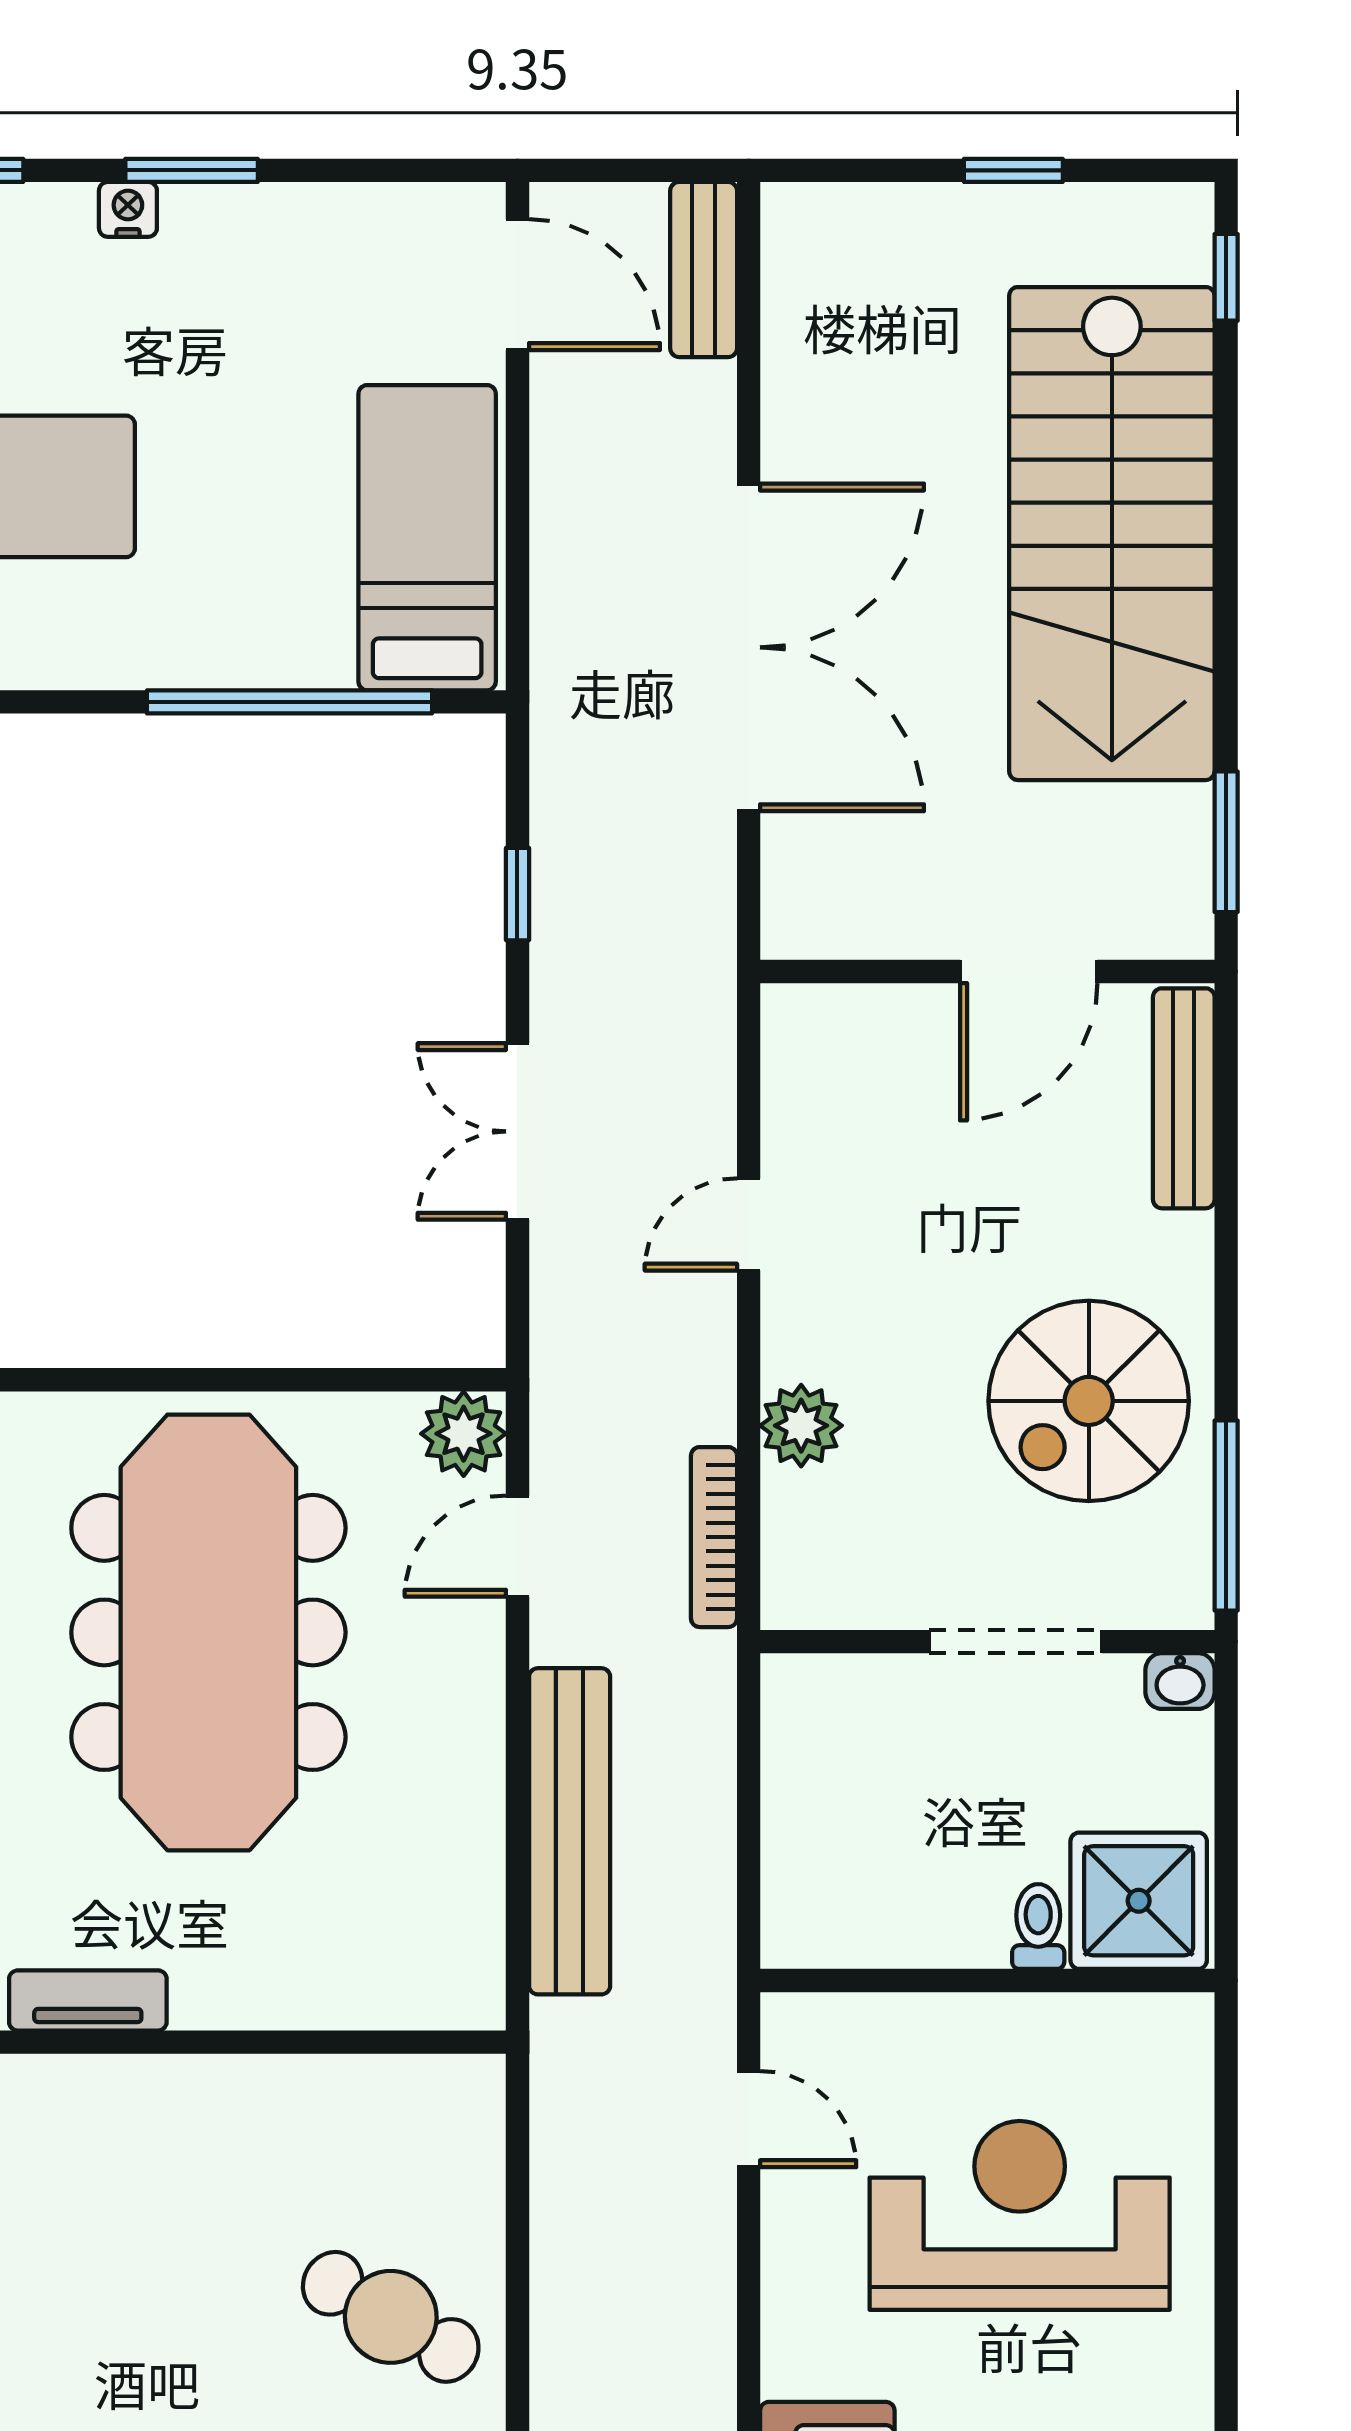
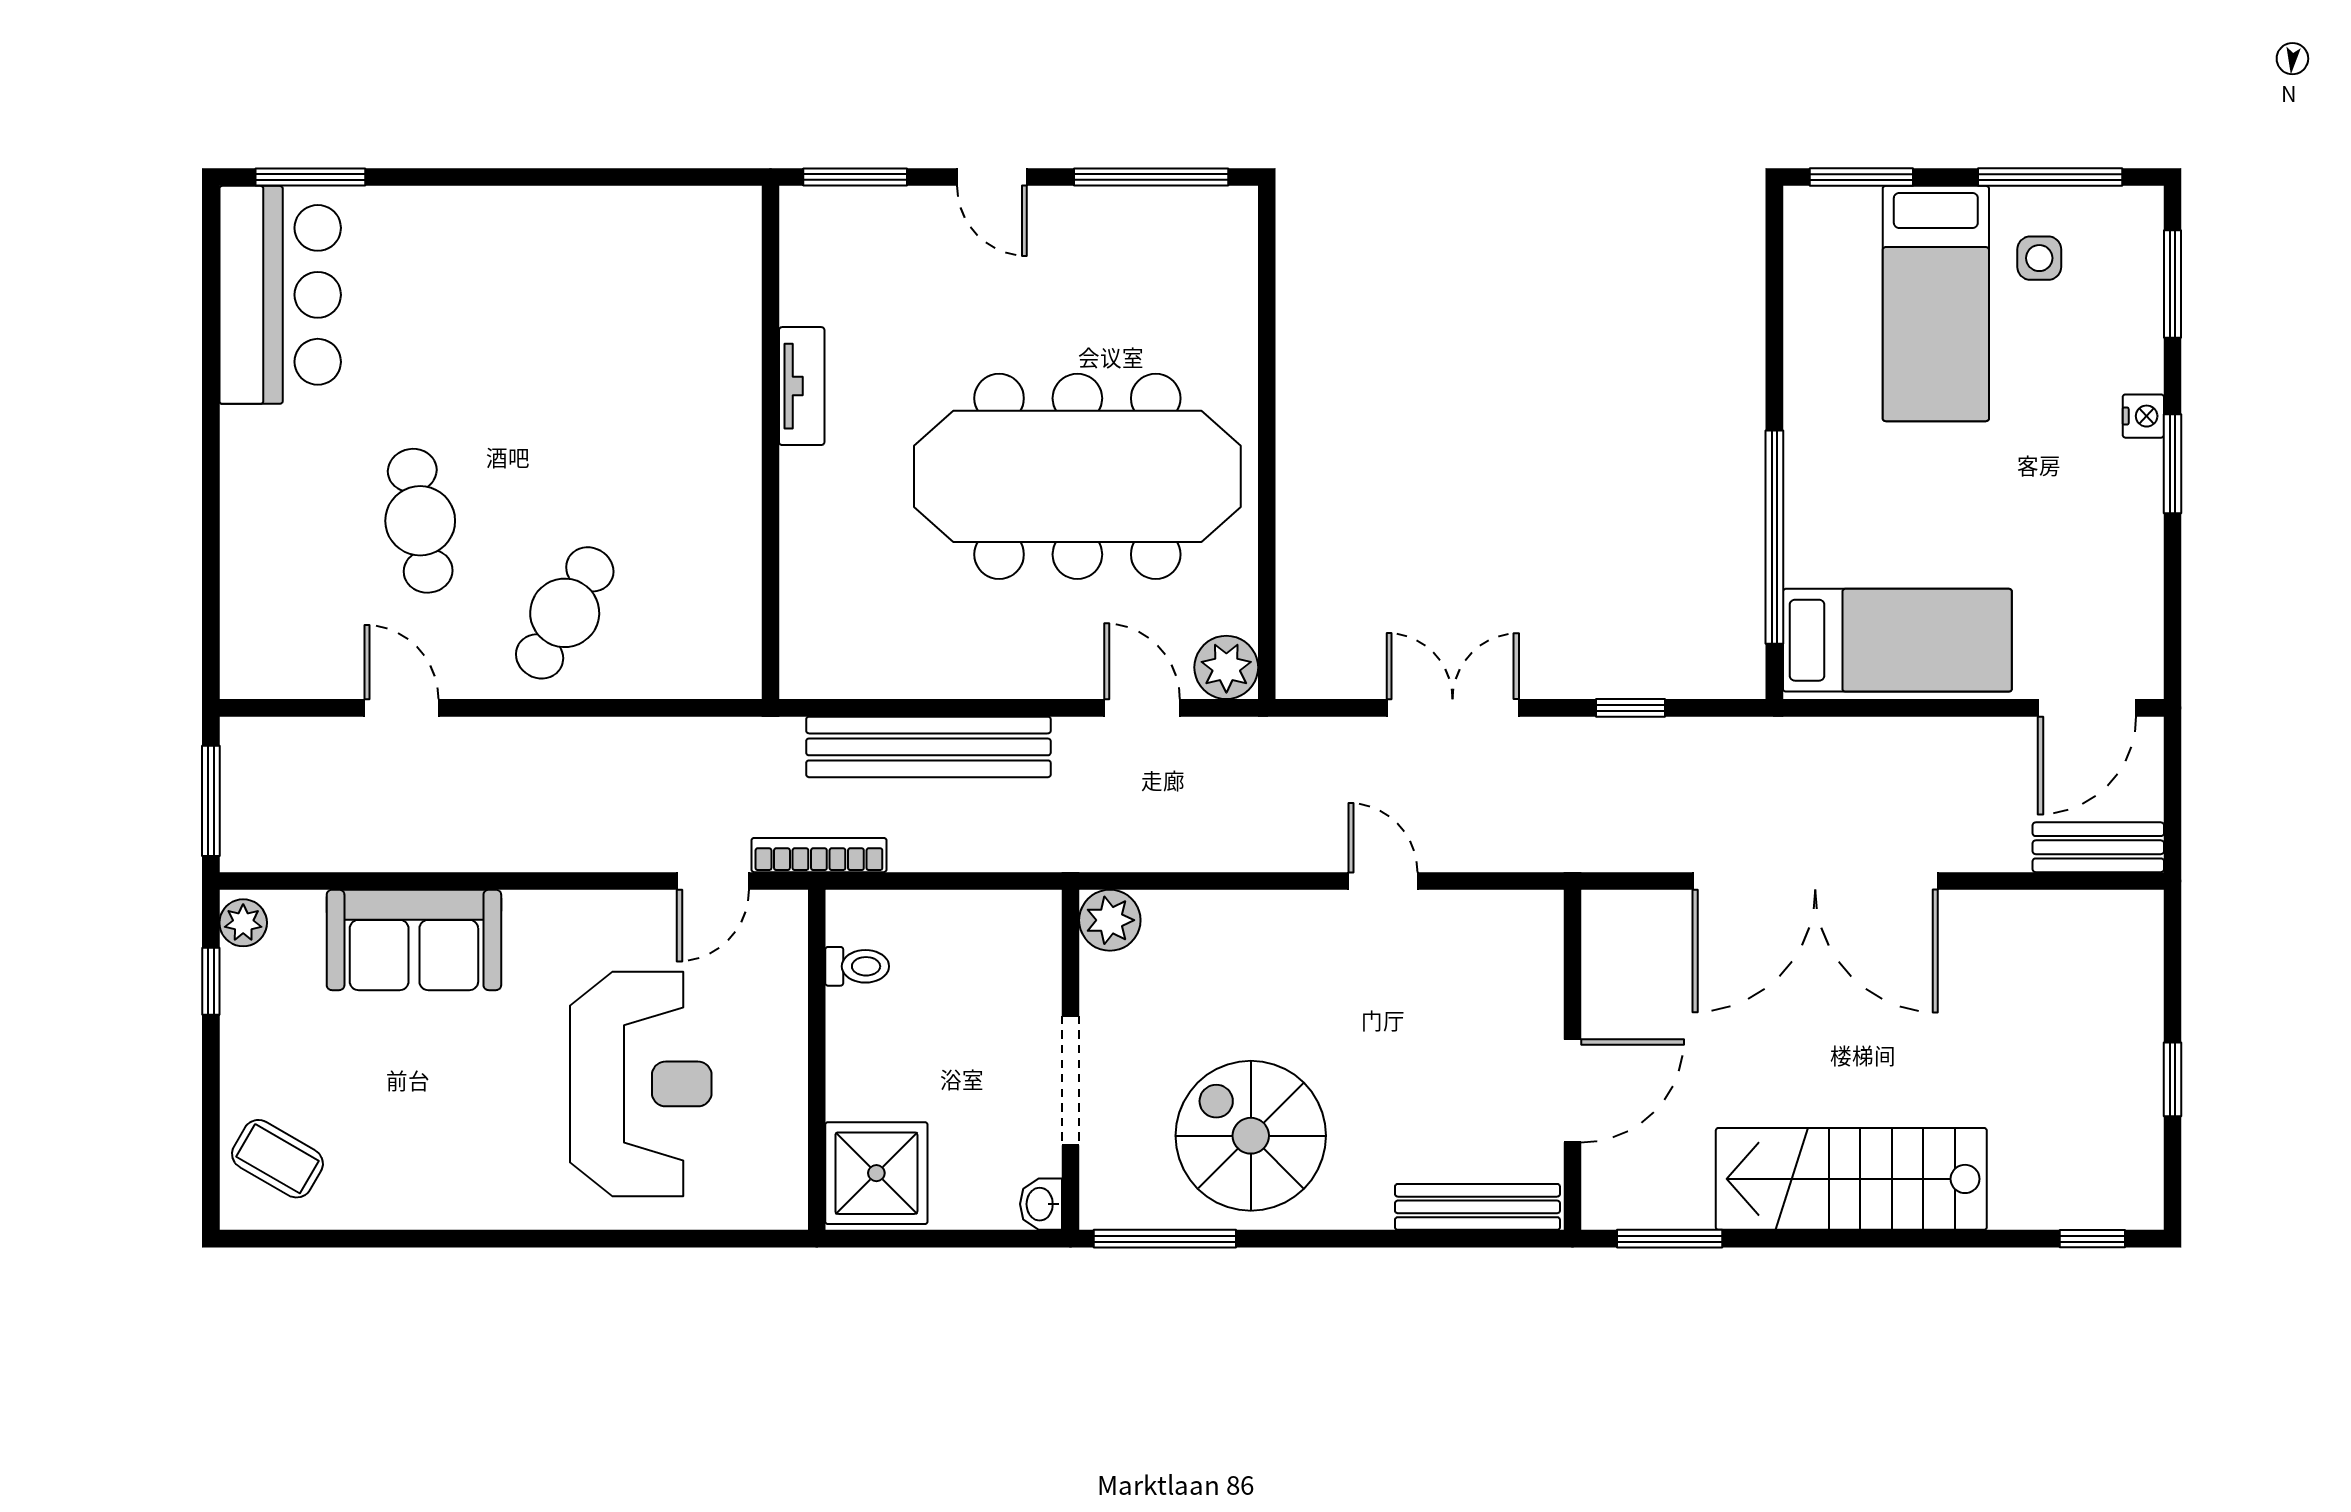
stairs: (1112, 534) -> (1851, 1179), width x0.73, depth x0.66
door: (1029, 971) -> (1572, 1091), swing flipped
plant: (801, 1426) -> (1110, 920), moved
bookcase: (714, 1537) -> (819, 855), moved
toilet: (1038, 1926) -> (857, 966), moved

